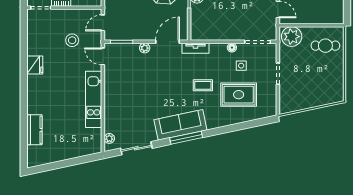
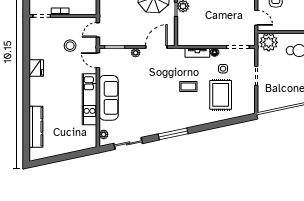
tv unit: (195, 48) -> (197, 53), moved
rug: (239, 95) -> (221, 95), turned 90
sofa: (180, 125) -> (109, 98), moved, turned 102
kitchen counter: (34, 130) -> (36, 127), width x1.50

